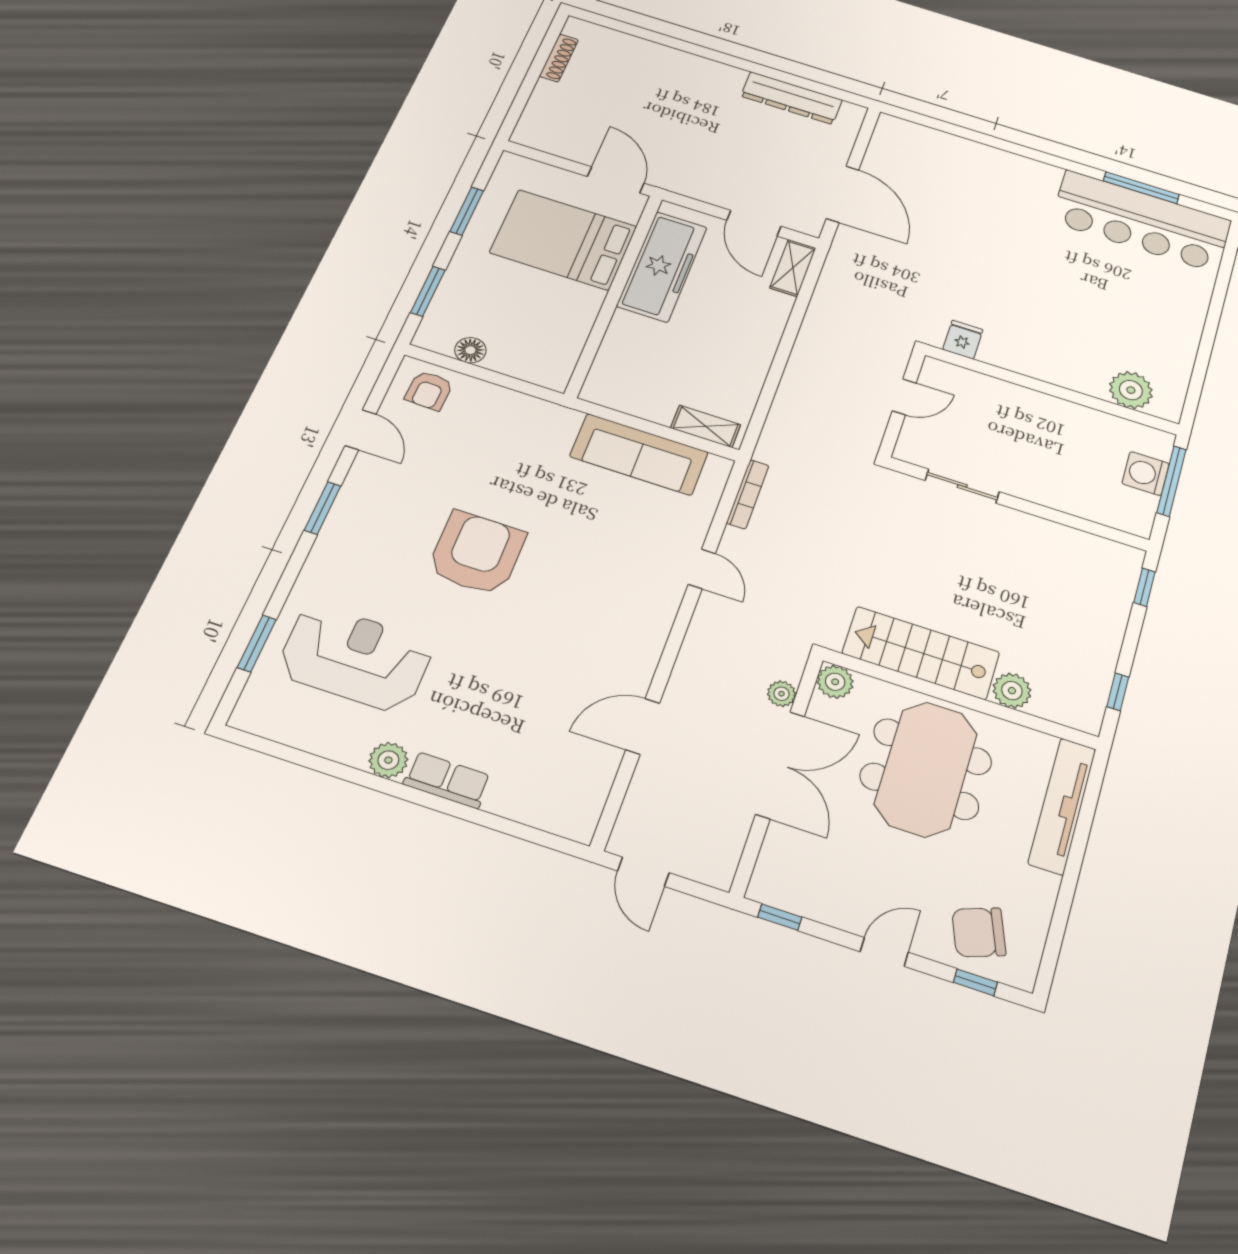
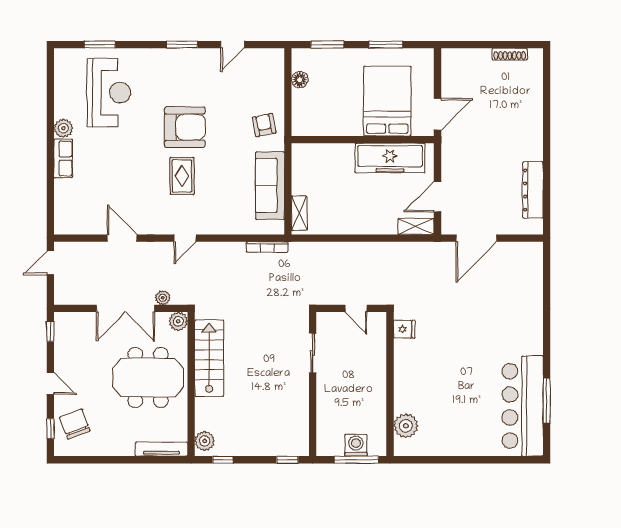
armchair: (429, 391) -> (264, 125), moved, turned 77
door: (702, 569) -> (185, 238), moved
rug: (565, 587) -> (182, 176), added
plant: (1012, 691) -> (205, 441), moved
tv unit: (1062, 806) -> (161, 449), width x0.73, depth x0.78

